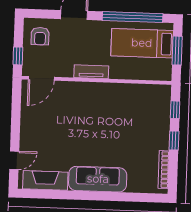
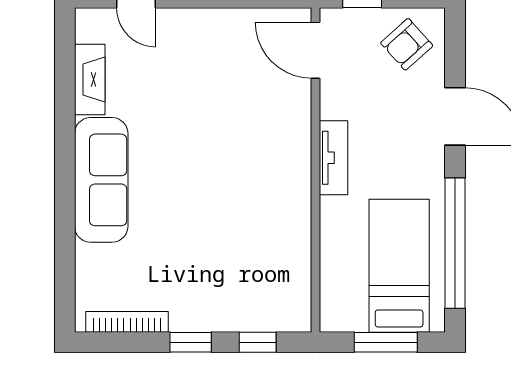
armchair: (40, 36) -> (407, 44), turned -42
fireplace: (45, 180) -> (90, 80), width x0.73, depth x0.76

